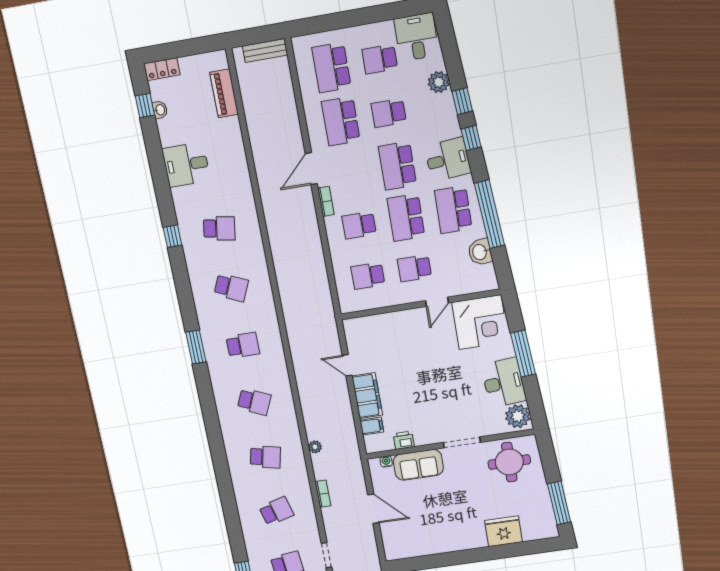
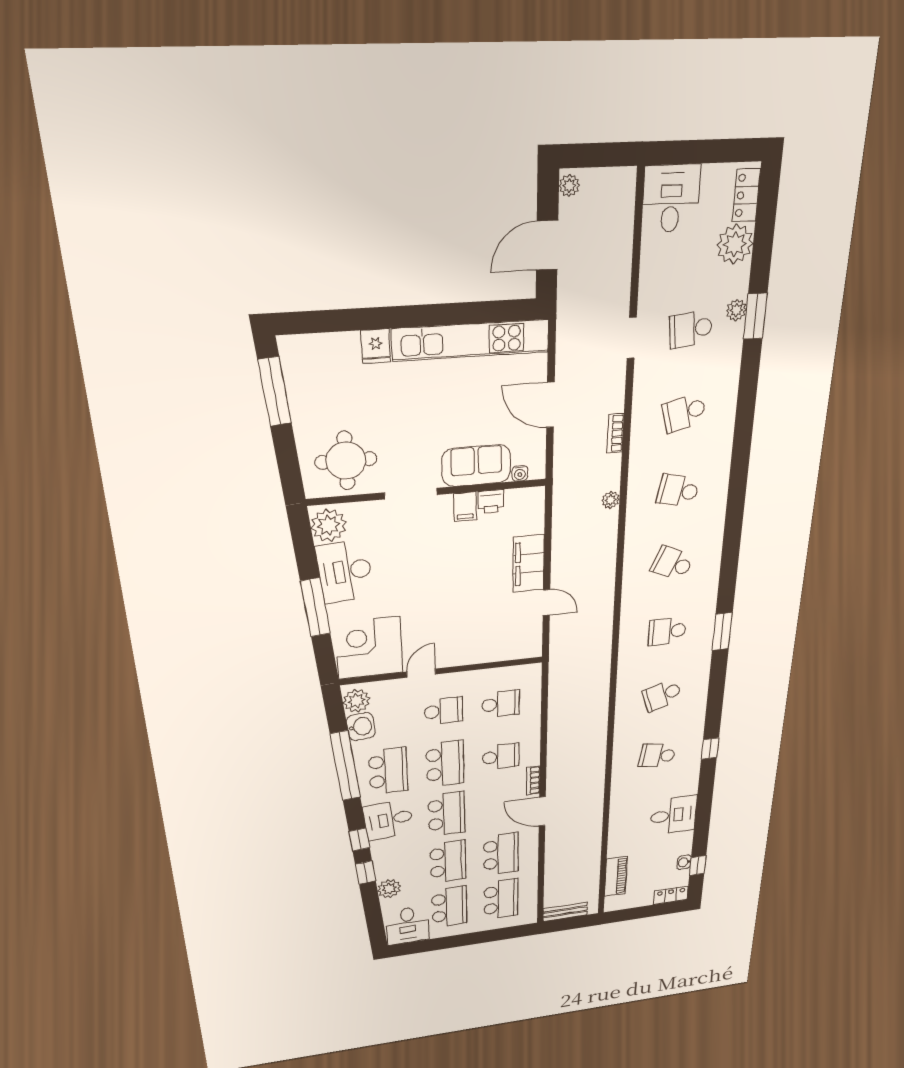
school desk: (380, 59) -> (449, 907), width x1.85
school desk: (389, 113) -> (448, 862), width x1.85
door: (311, 169) -> (542, 811), swing flipped
plant: (486, 276) -> (356, 701), added
school desk: (231, 287) -> (662, 695), turned -42
filing cabinet: (372, 426) -> (465, 507), moved, turned -90
fridge: (503, 531) -> (376, 346), width x0.53, depth x0.75
kitchen unit: (435, 544) -> (471, 340), added

